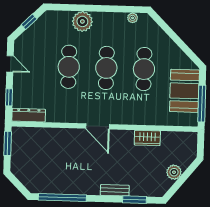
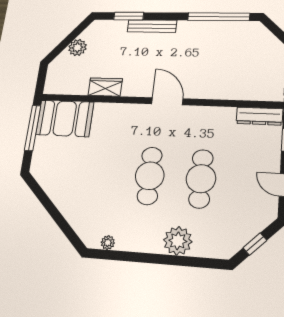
cafe table: (144, 69) -> (100, 173), removed
booth: (184, 91) -> (65, 118), moved, turned 90
bench: (115, 190) -> (152, 26), width x1.36

